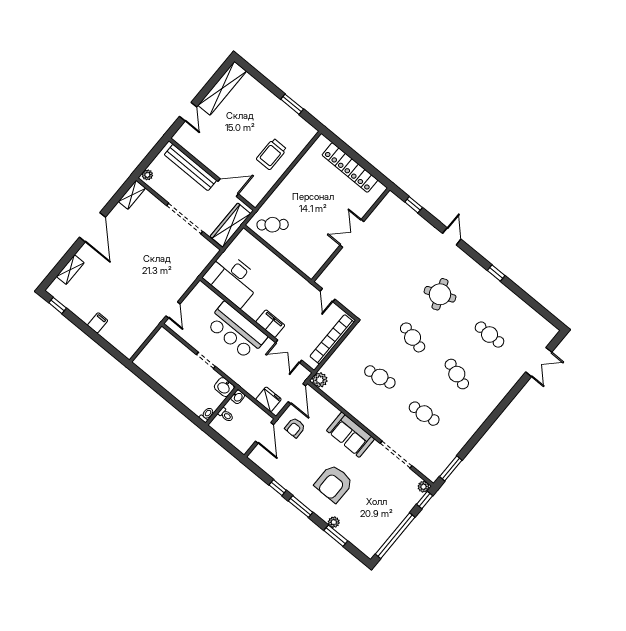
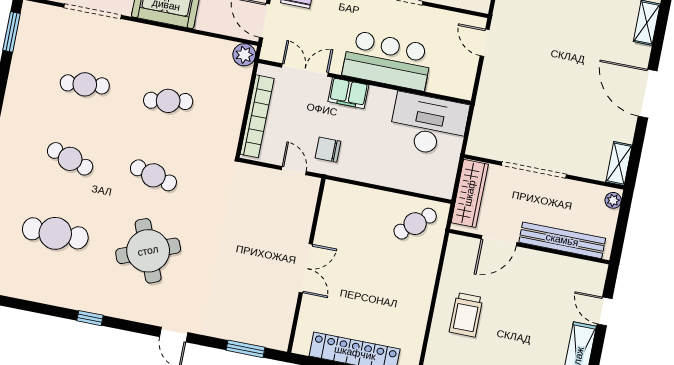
trolley: (272, 154) -> (466, 315), turned 180
window: (414, 205) -> (245, 349), width x1.50
round table: (440, 294) -> (148, 251), width x1.36, depth x1.36
chair: (301, 297) -> (328, 150), added
cafe table: (490, 335) -> (55, 233), width x1.37, depth x1.35

